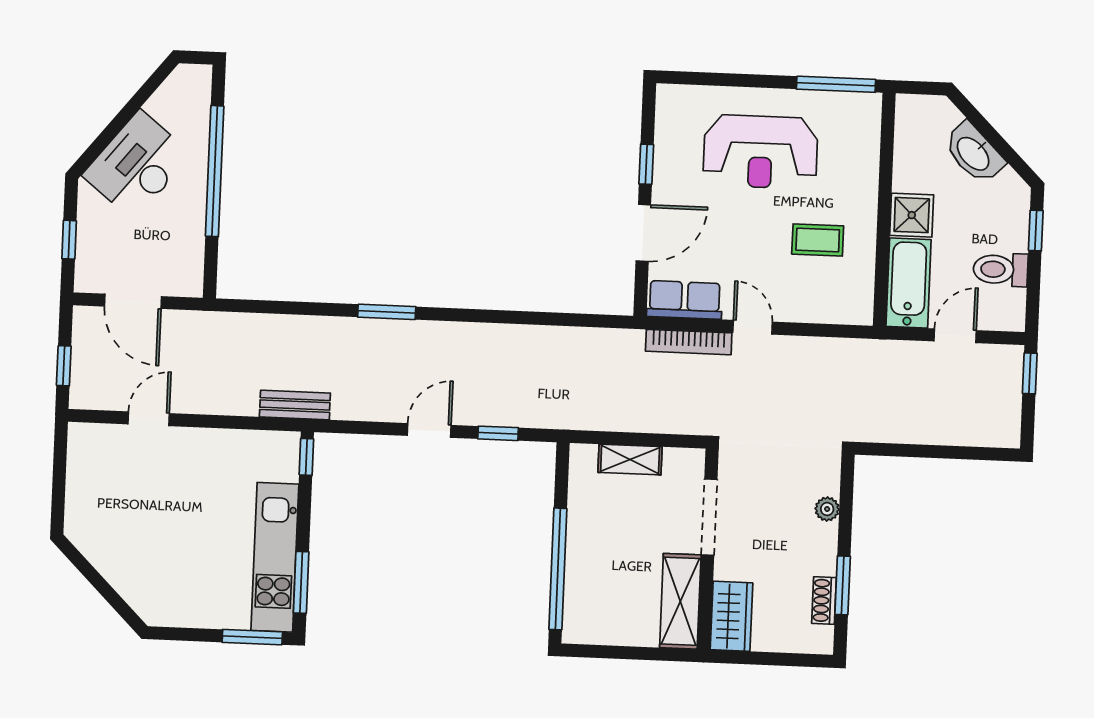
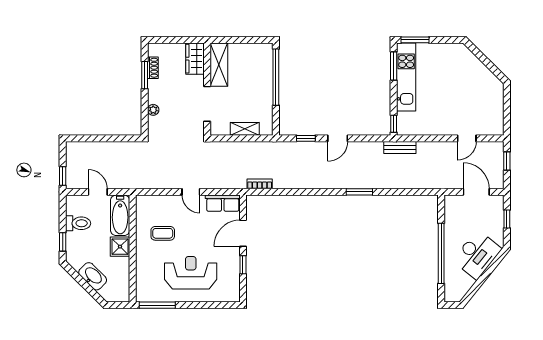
door: (955, 336) -> (98, 192), swing flipped
bookcase: (689, 342) -> (260, 184), moved, width x0.64

